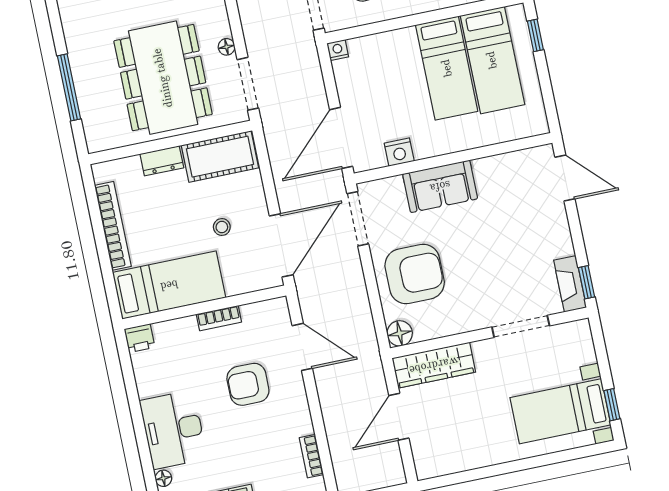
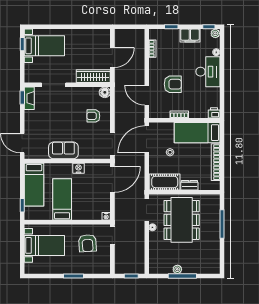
bed: (492, 60) -> (34, 185), moved, turned 180
nightstand: (399, 152) -> (78, 168), moved
sofa: (440, 186) -> (63, 150), moved
armchair: (415, 274) -> (93, 116), width x0.53, depth x0.53

